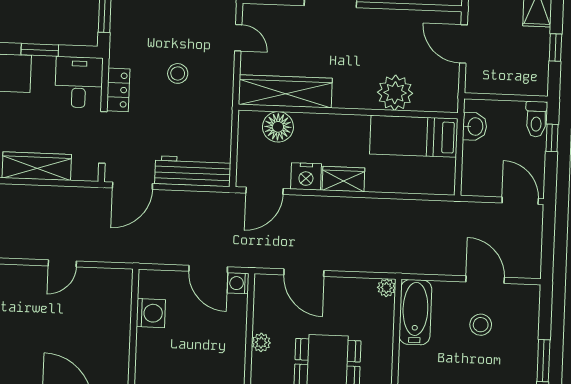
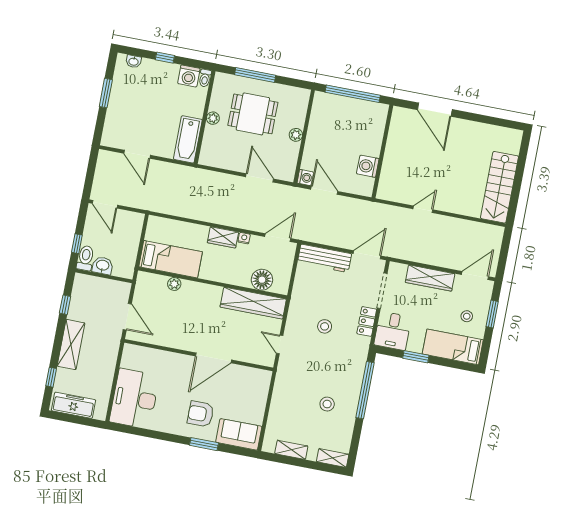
plant: (395, 93) -> (174, 284), width x0.53, depth x0.53
washbasin: (475, 126) -> (103, 266), moved, turned 90
nightstand: (306, 176) -> (244, 238), width x0.53, depth x0.56
plant: (386, 288) -> (213, 118), moved
stool: (481, 325) -> (145, 124), removed

